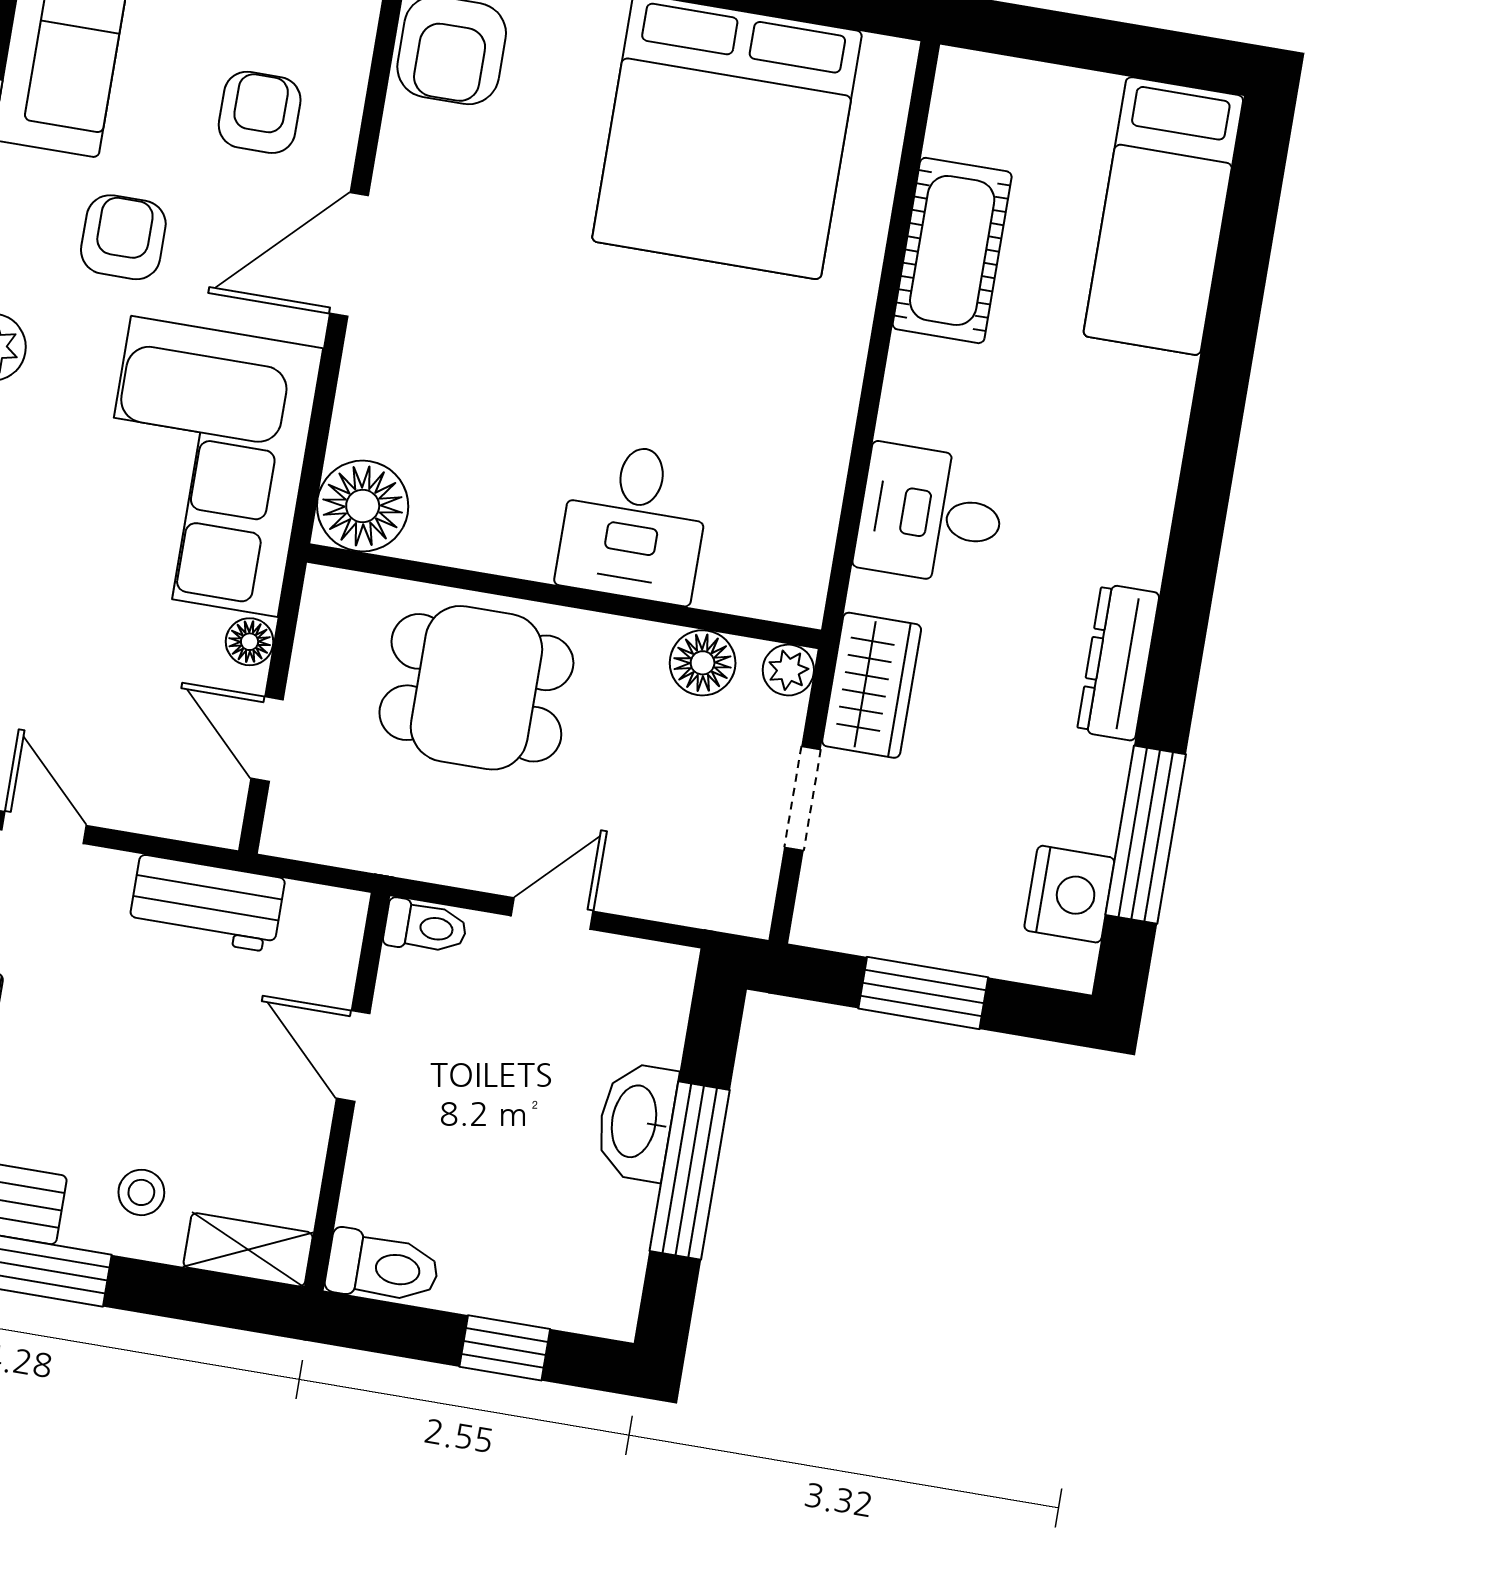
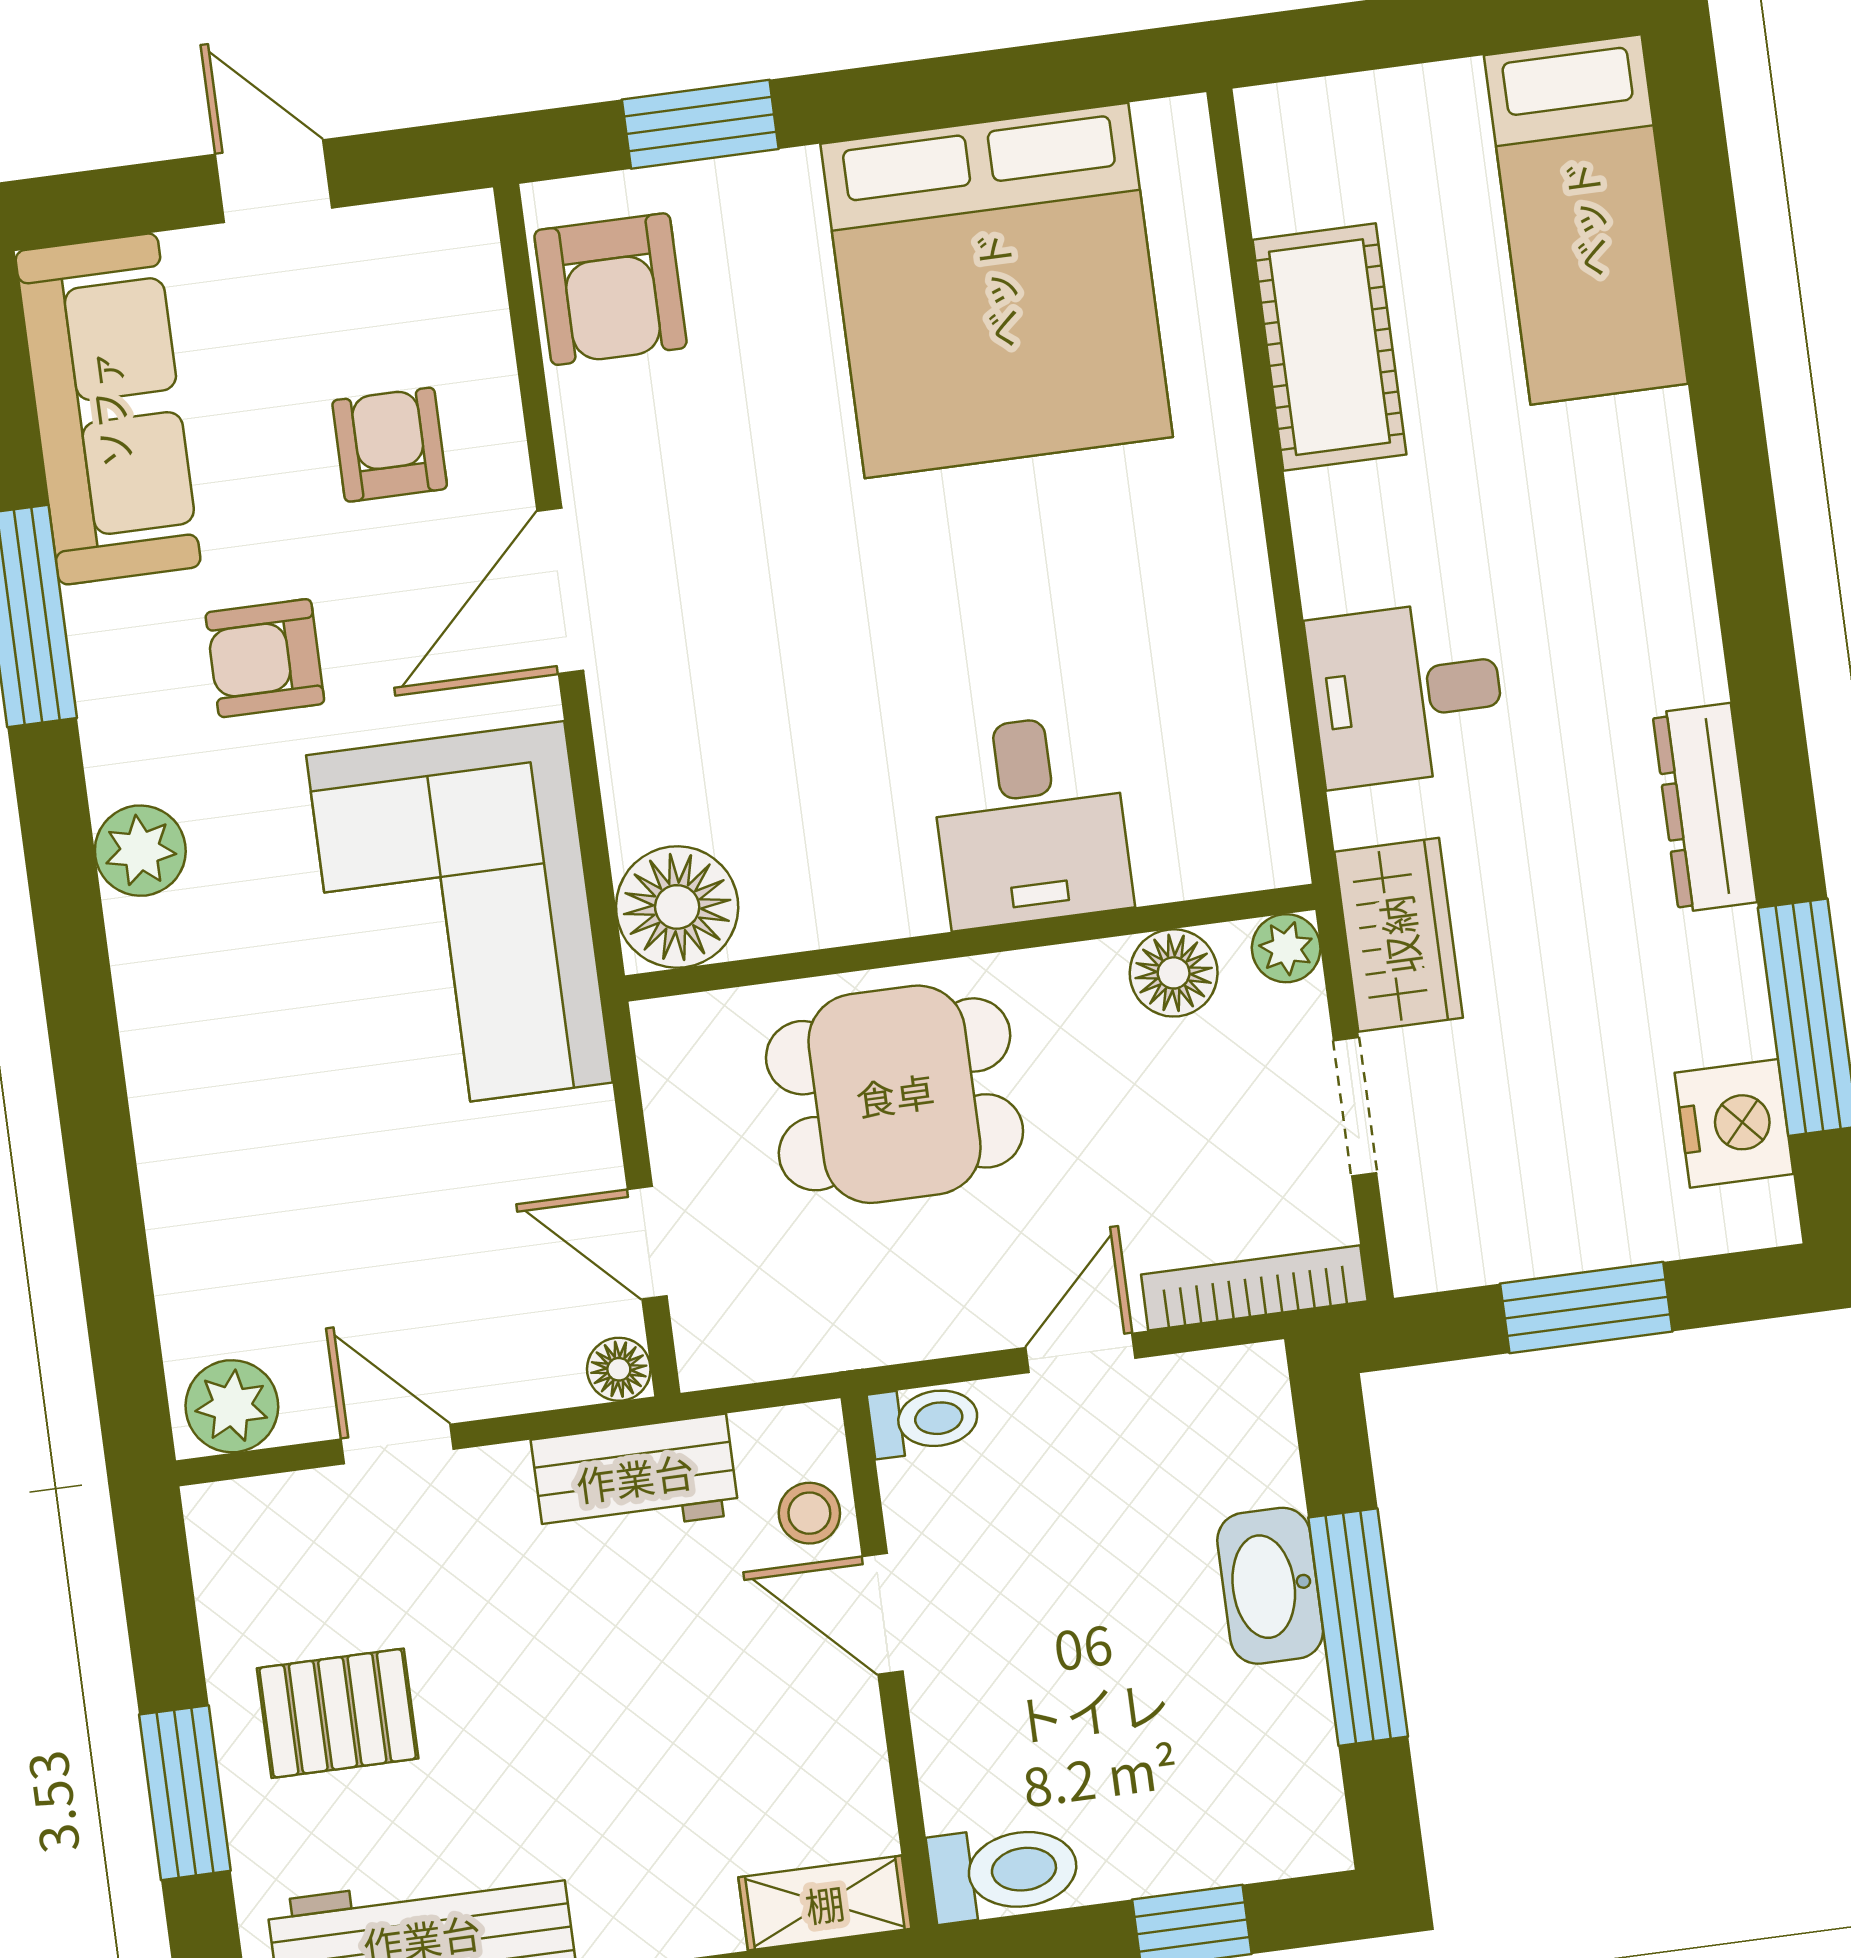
armchair: (123, 237) -> (265, 658), turned -90
floor lamp: (250, 642) -> (619, 1369), moved
bookcase: (691, 905) -> (1254, 1288), added
stool: (141, 1192) -> (809, 1513), moved

